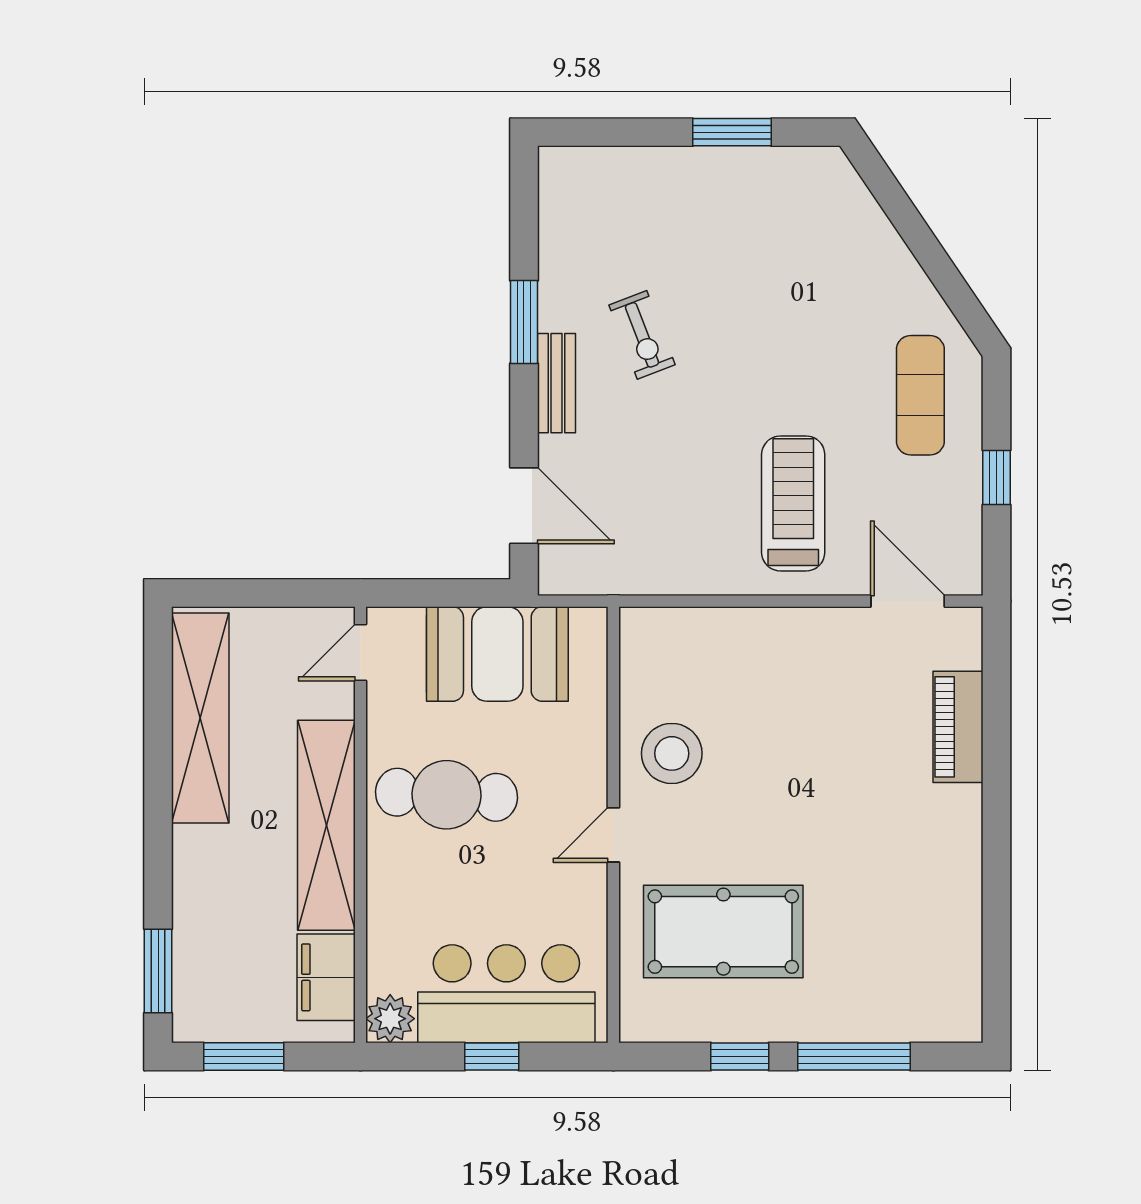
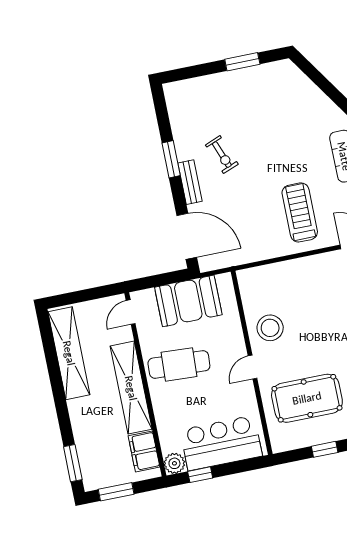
door: (524, 506) -> (187, 236), width x1.36
window: (492, 1056) -> (200, 475), moved

